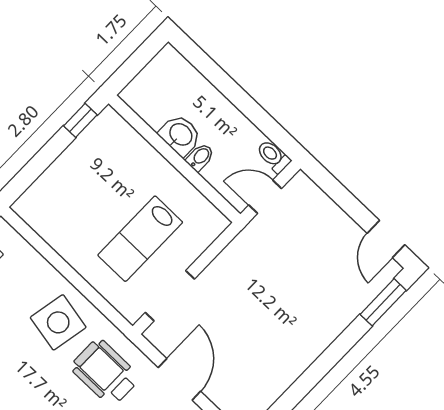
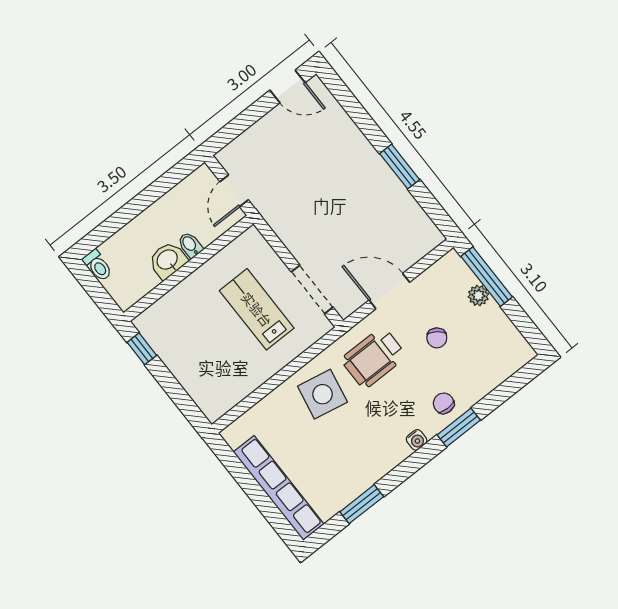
toilet: (273, 156) -> (98, 265), moved, turned -90
lab bench: (140, 239) -> (257, 309), turned 180
window: (383, 302) -> (400, 167), moved

